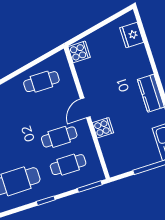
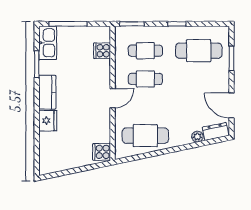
fridge: (132, 35) -> (48, 121), moved
cafe table: (41, 82) -> (145, 136), width x1.37, depth x1.35
cooker: (103, 128) -> (102, 51), moved

